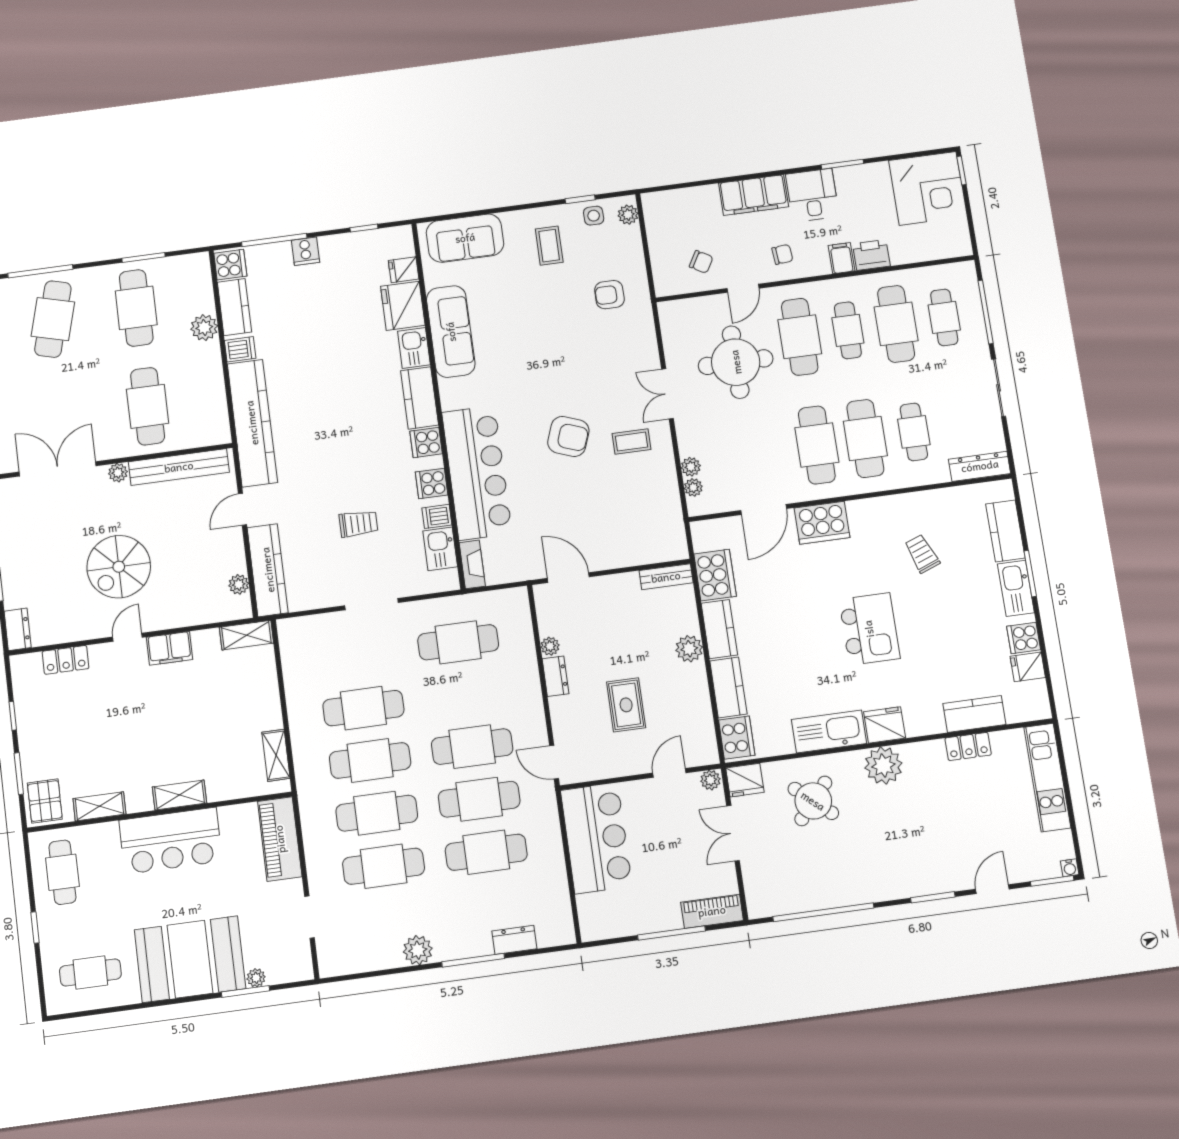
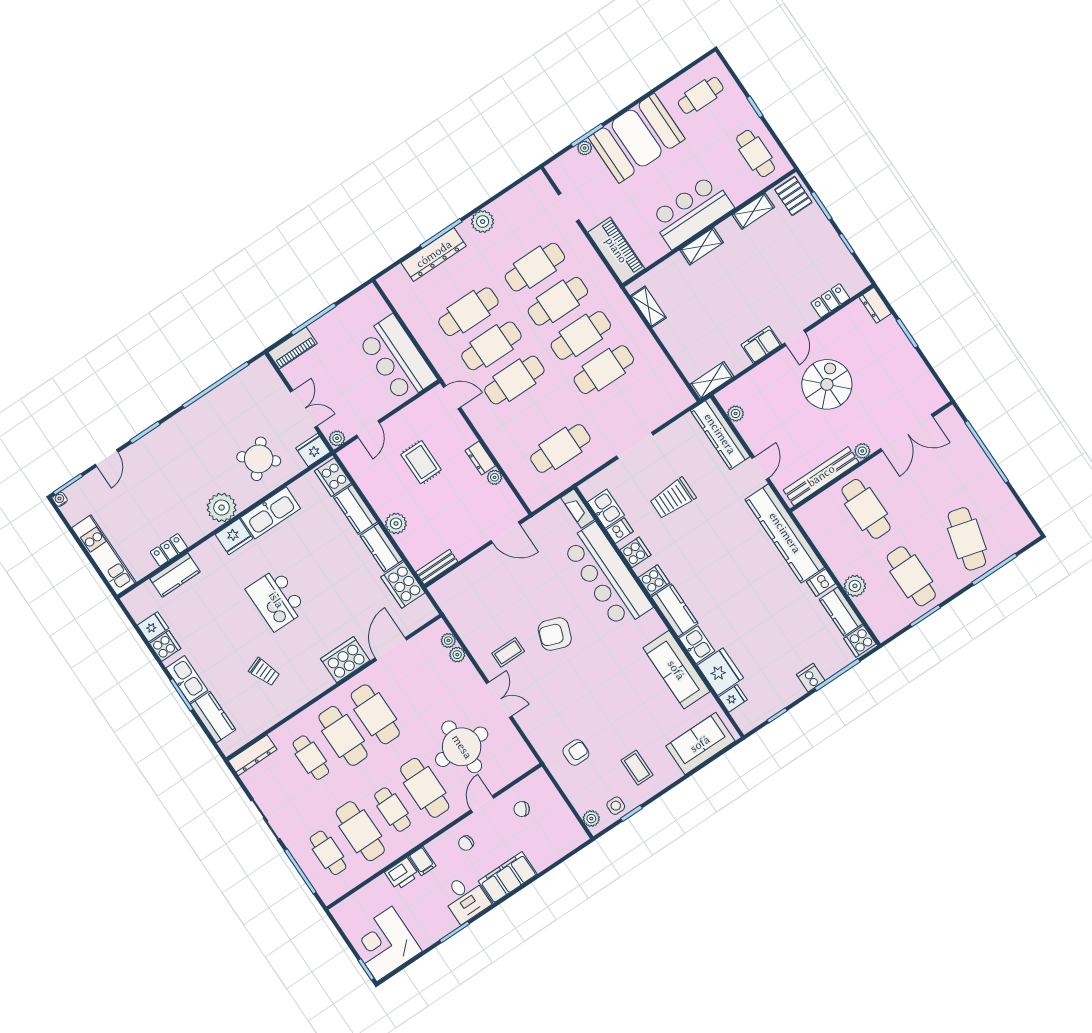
trolley: (359, 524) -> (673, 498), width x1.36, depth x1.39
dresser: (514, 940) -> (434, 254), width x1.96, depth x1.24

